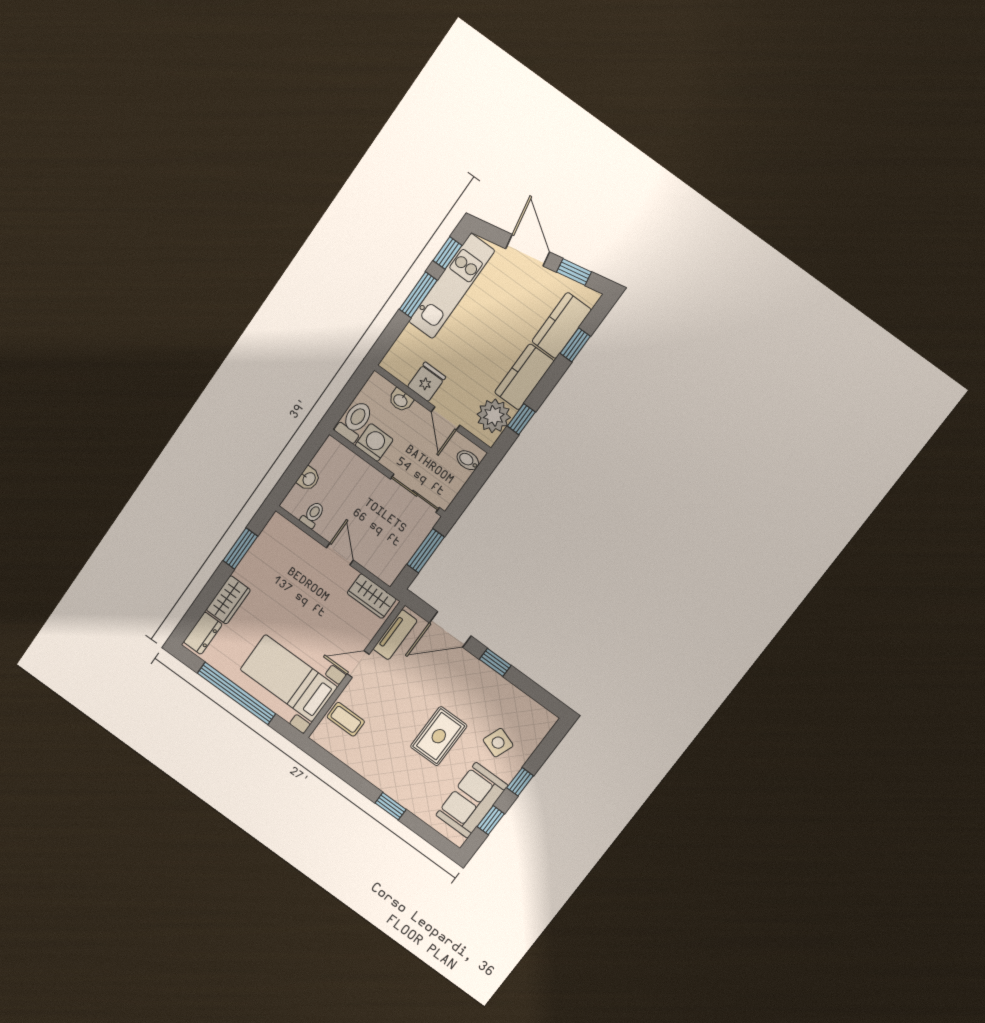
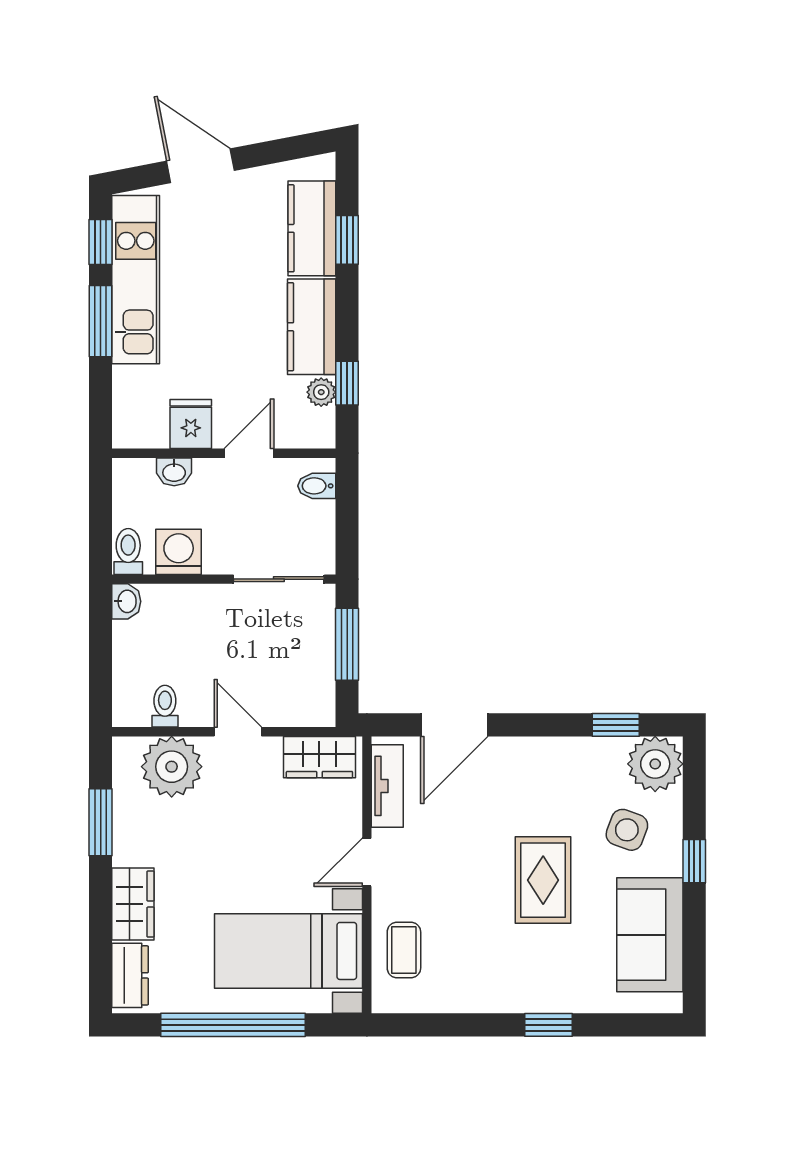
window: (574, 272) -> (279, 151), removed
plant: (494, 416) -> (321, 392), width x0.53, depth x0.53
door: (446, 419) -> (249, 453), swing flipped
toilet: (355, 421) -> (128, 551), width x0.73, depth x0.72
washbasin: (309, 479) -> (126, 601), moved
plant: (295, 547) -> (172, 767), added
window: (495, 662) -> (616, 725), moved
coffee table: (346, 719) -> (404, 950), turned 90
plant: (536, 721) -> (655, 764), added
window: (491, 820) -> (694, 943), removed

